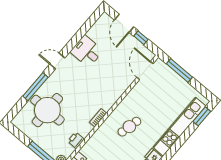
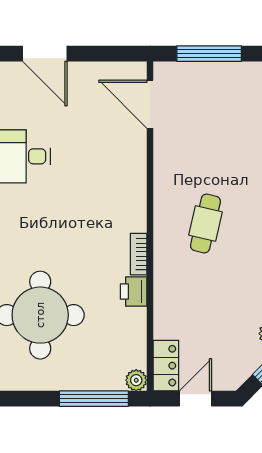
window: (141, 38) -> (95, 54), removed
printer: (76, 140) -> (134, 292), moved

